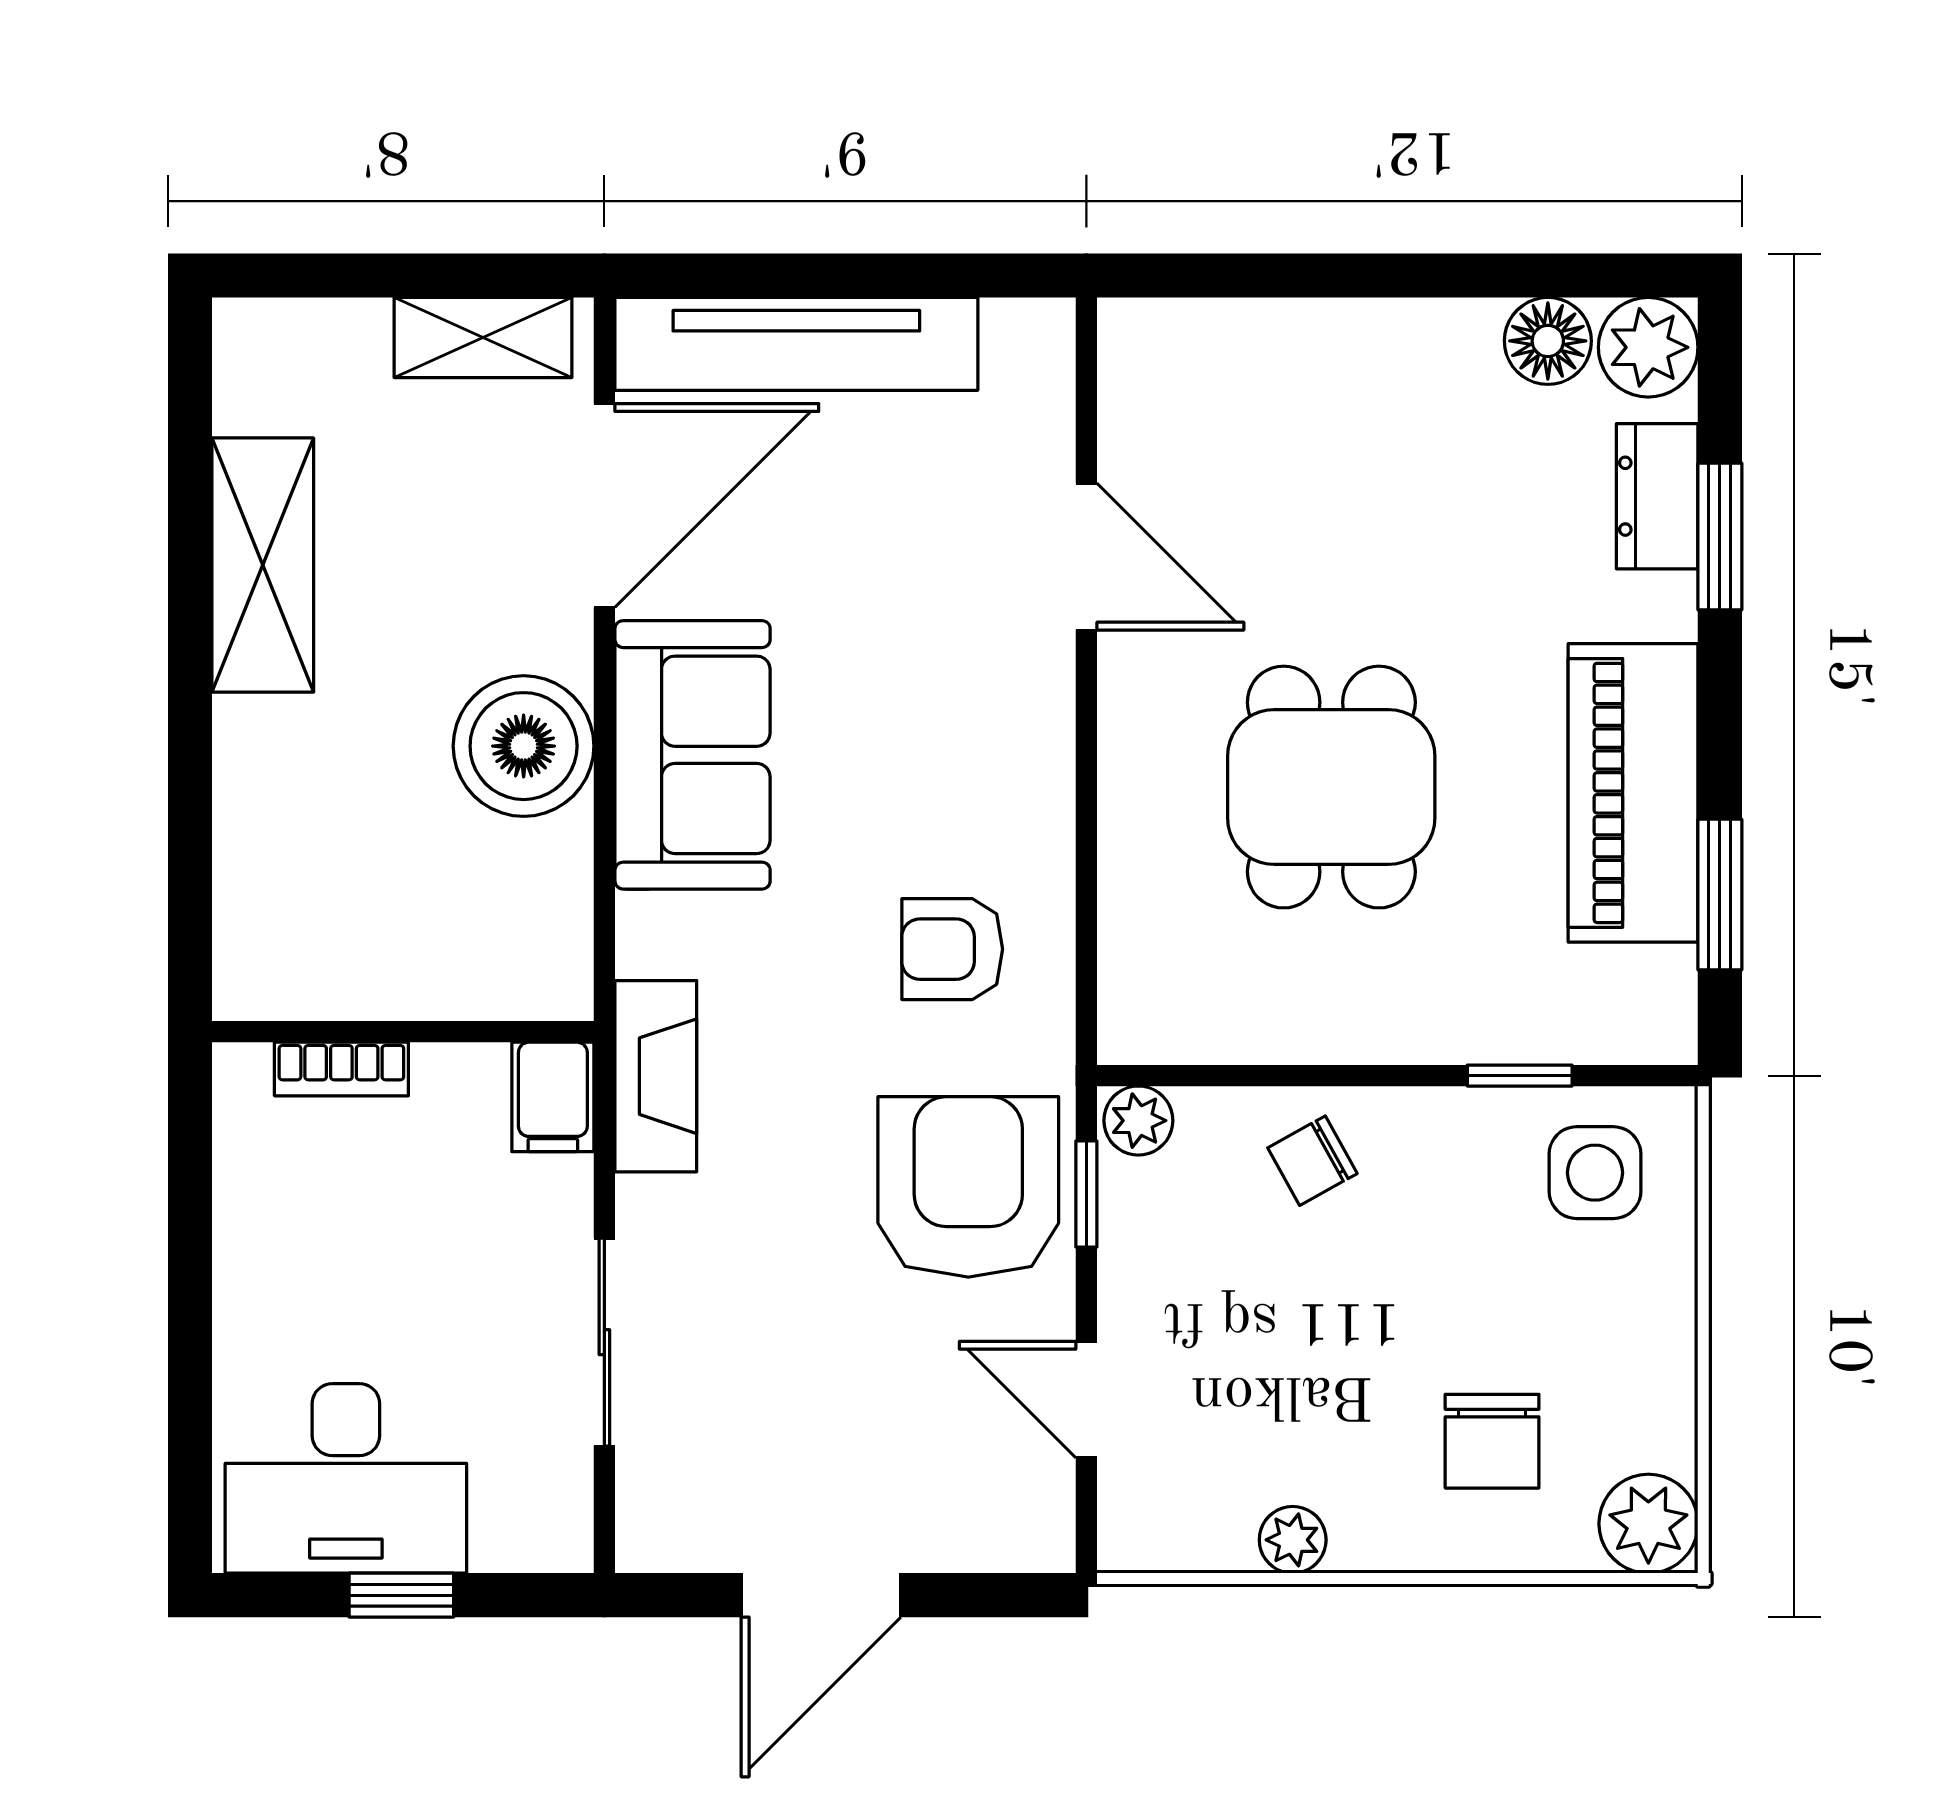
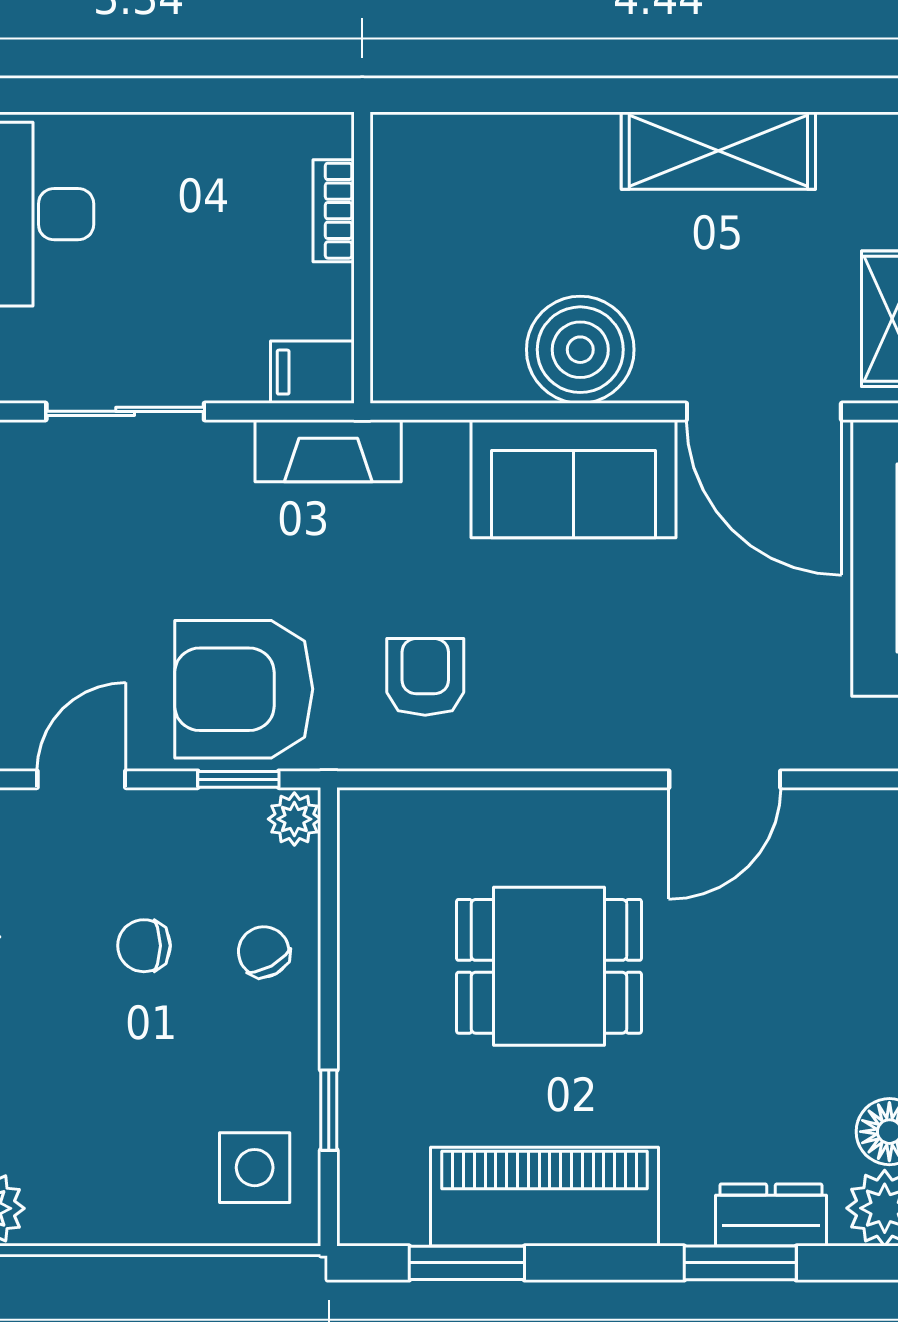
armchair: (968, 1187) -> (244, 689), turned 180
chair: (1492, 1441) -> (144, 946), moved, width x0.73, depth x0.73

